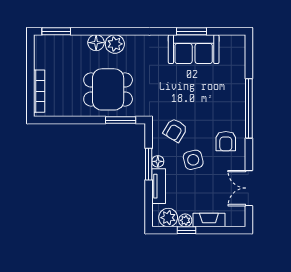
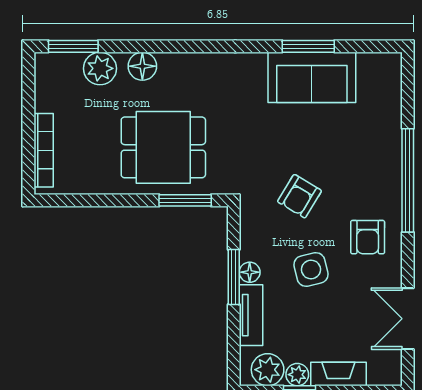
plant: (115, 44) -> (100, 68), moved
armchair: (175, 130) -> (299, 196), moved

